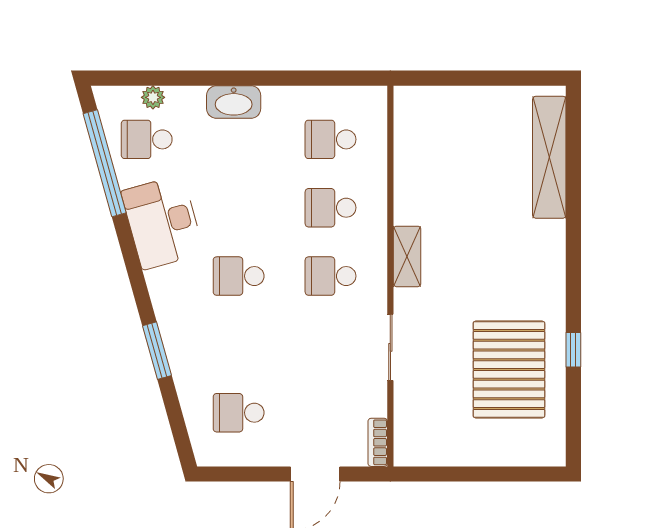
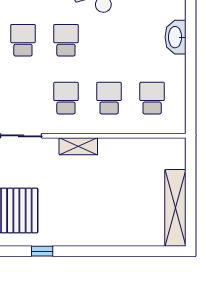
shelving: (549, 157) -> (175, 208), moved, turned 90
school desk: (239, 344) -> (23, 40), added
window: (573, 350) -> (42, 251), moved

